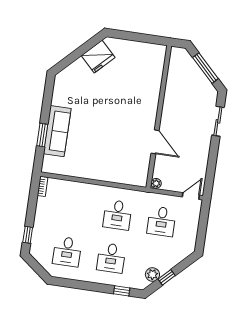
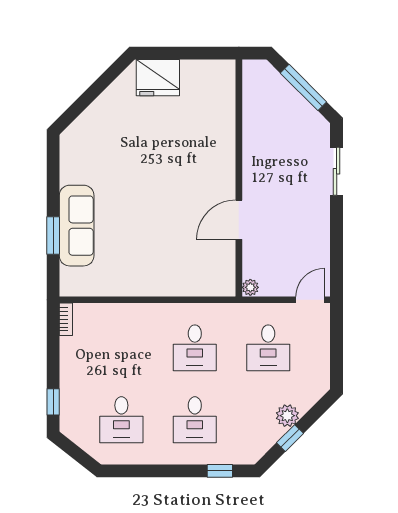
fridge: (98, 56) -> (158, 78), moved, turned 45
door: (155, 142) -> (239, 220), swing flipped
plant: (152, 275) -> (287, 416), moved

